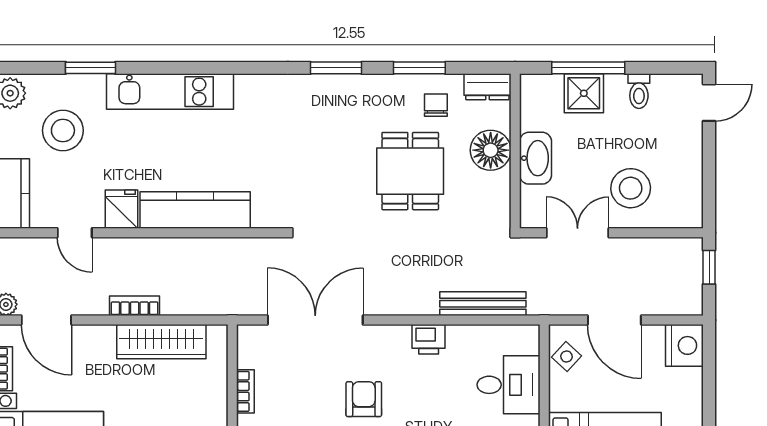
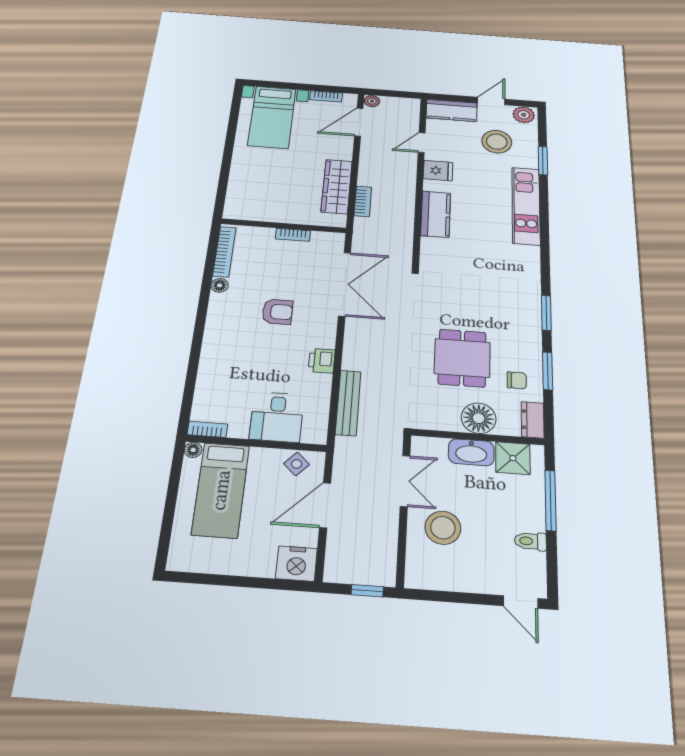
shower: (584, 93) -> (513, 458), moved
dining table: (410, 171) -> (462, 358), turned 90
kitchen counter: (195, 210) -> (436, 214), width x0.67
bookcase: (135, 306) -> (363, 201), moved

